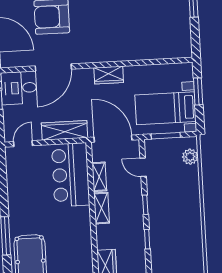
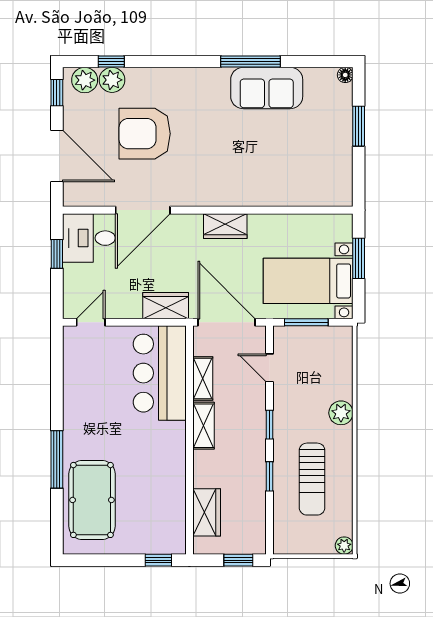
wardrobe: (65, 130) -> (166, 306), width x0.67
plant: (190, 157) -> (341, 413), moved
sun lounger: (175, 239) -> (312, 479), added

